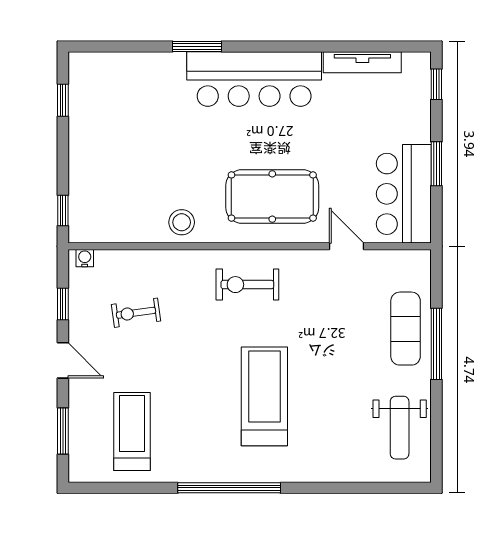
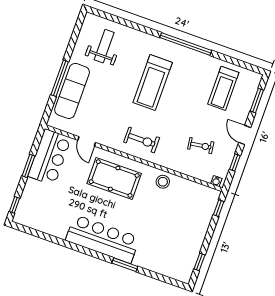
tv unit: (362, 62) -> (47, 228), removed
exercise mat: (406, 329) -> (72, 91), width x1.36, depth x1.45
weight bench: (400, 428) -> (104, 46), moved

